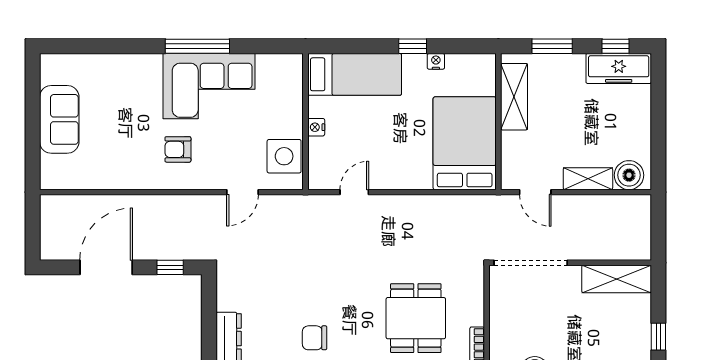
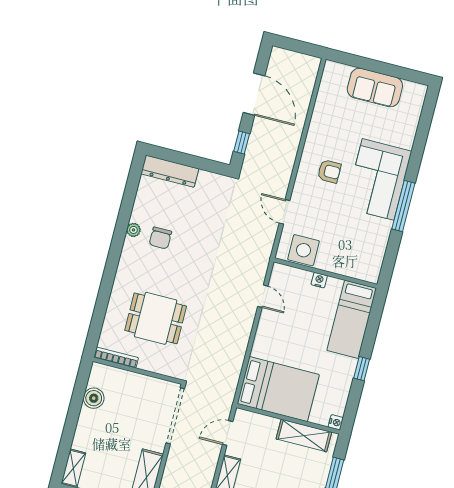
nightstand: (436, 61) -> (336, 422), moved
corner sofa: (209, 86) -> (378, 179), moved
armchair: (178, 149) -> (329, 171), turned 90
chair: (315, 338) -> (160, 238), turned 180

